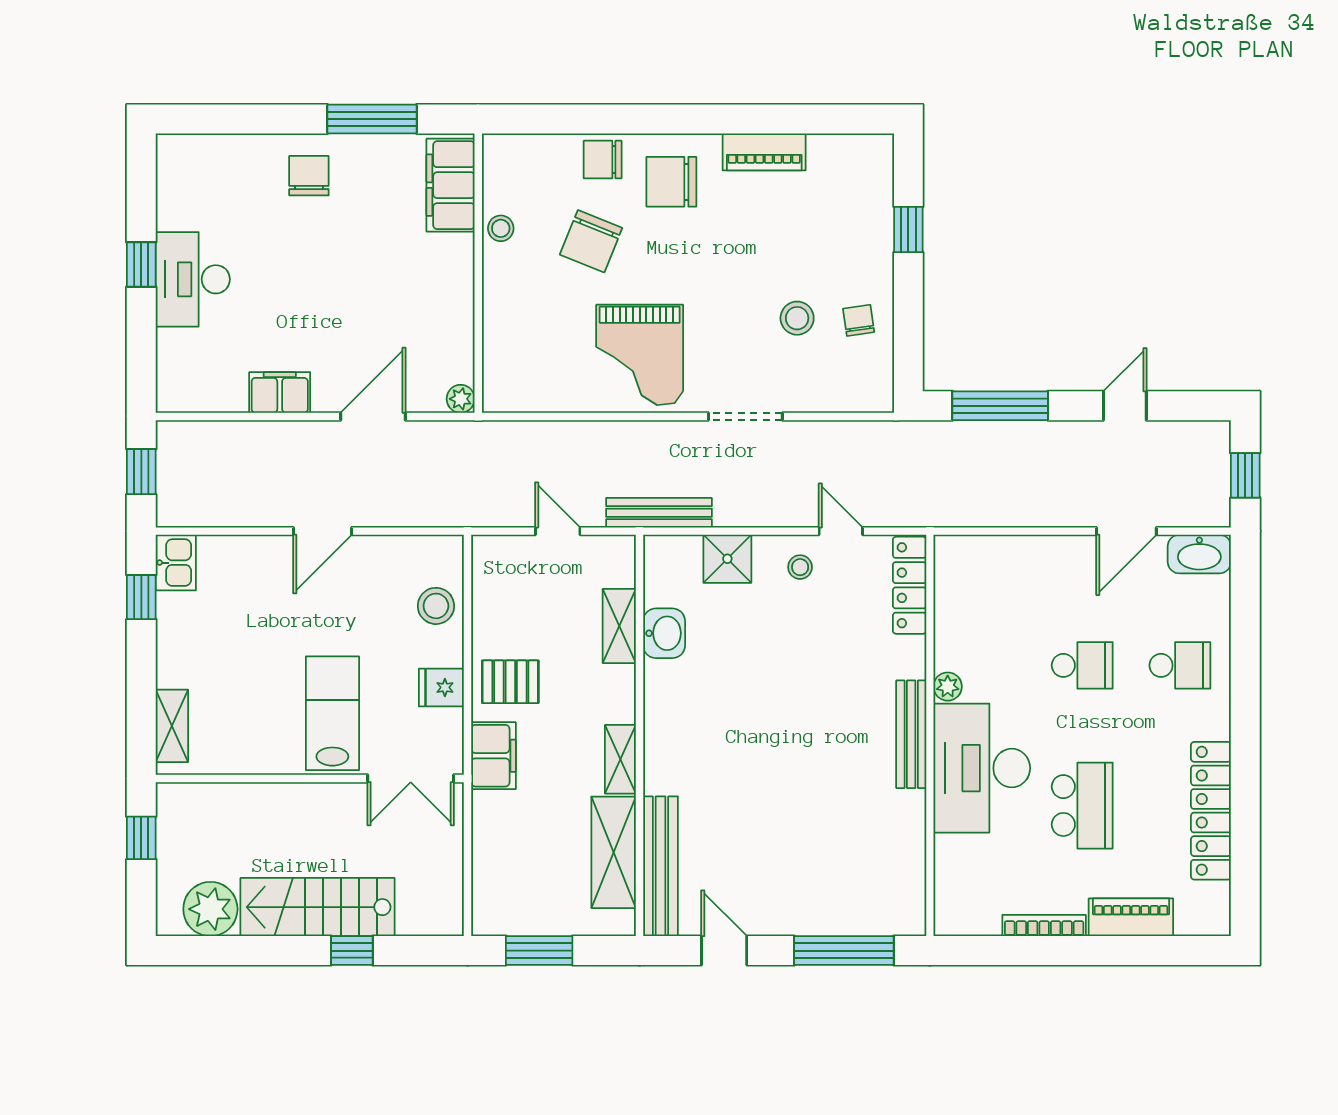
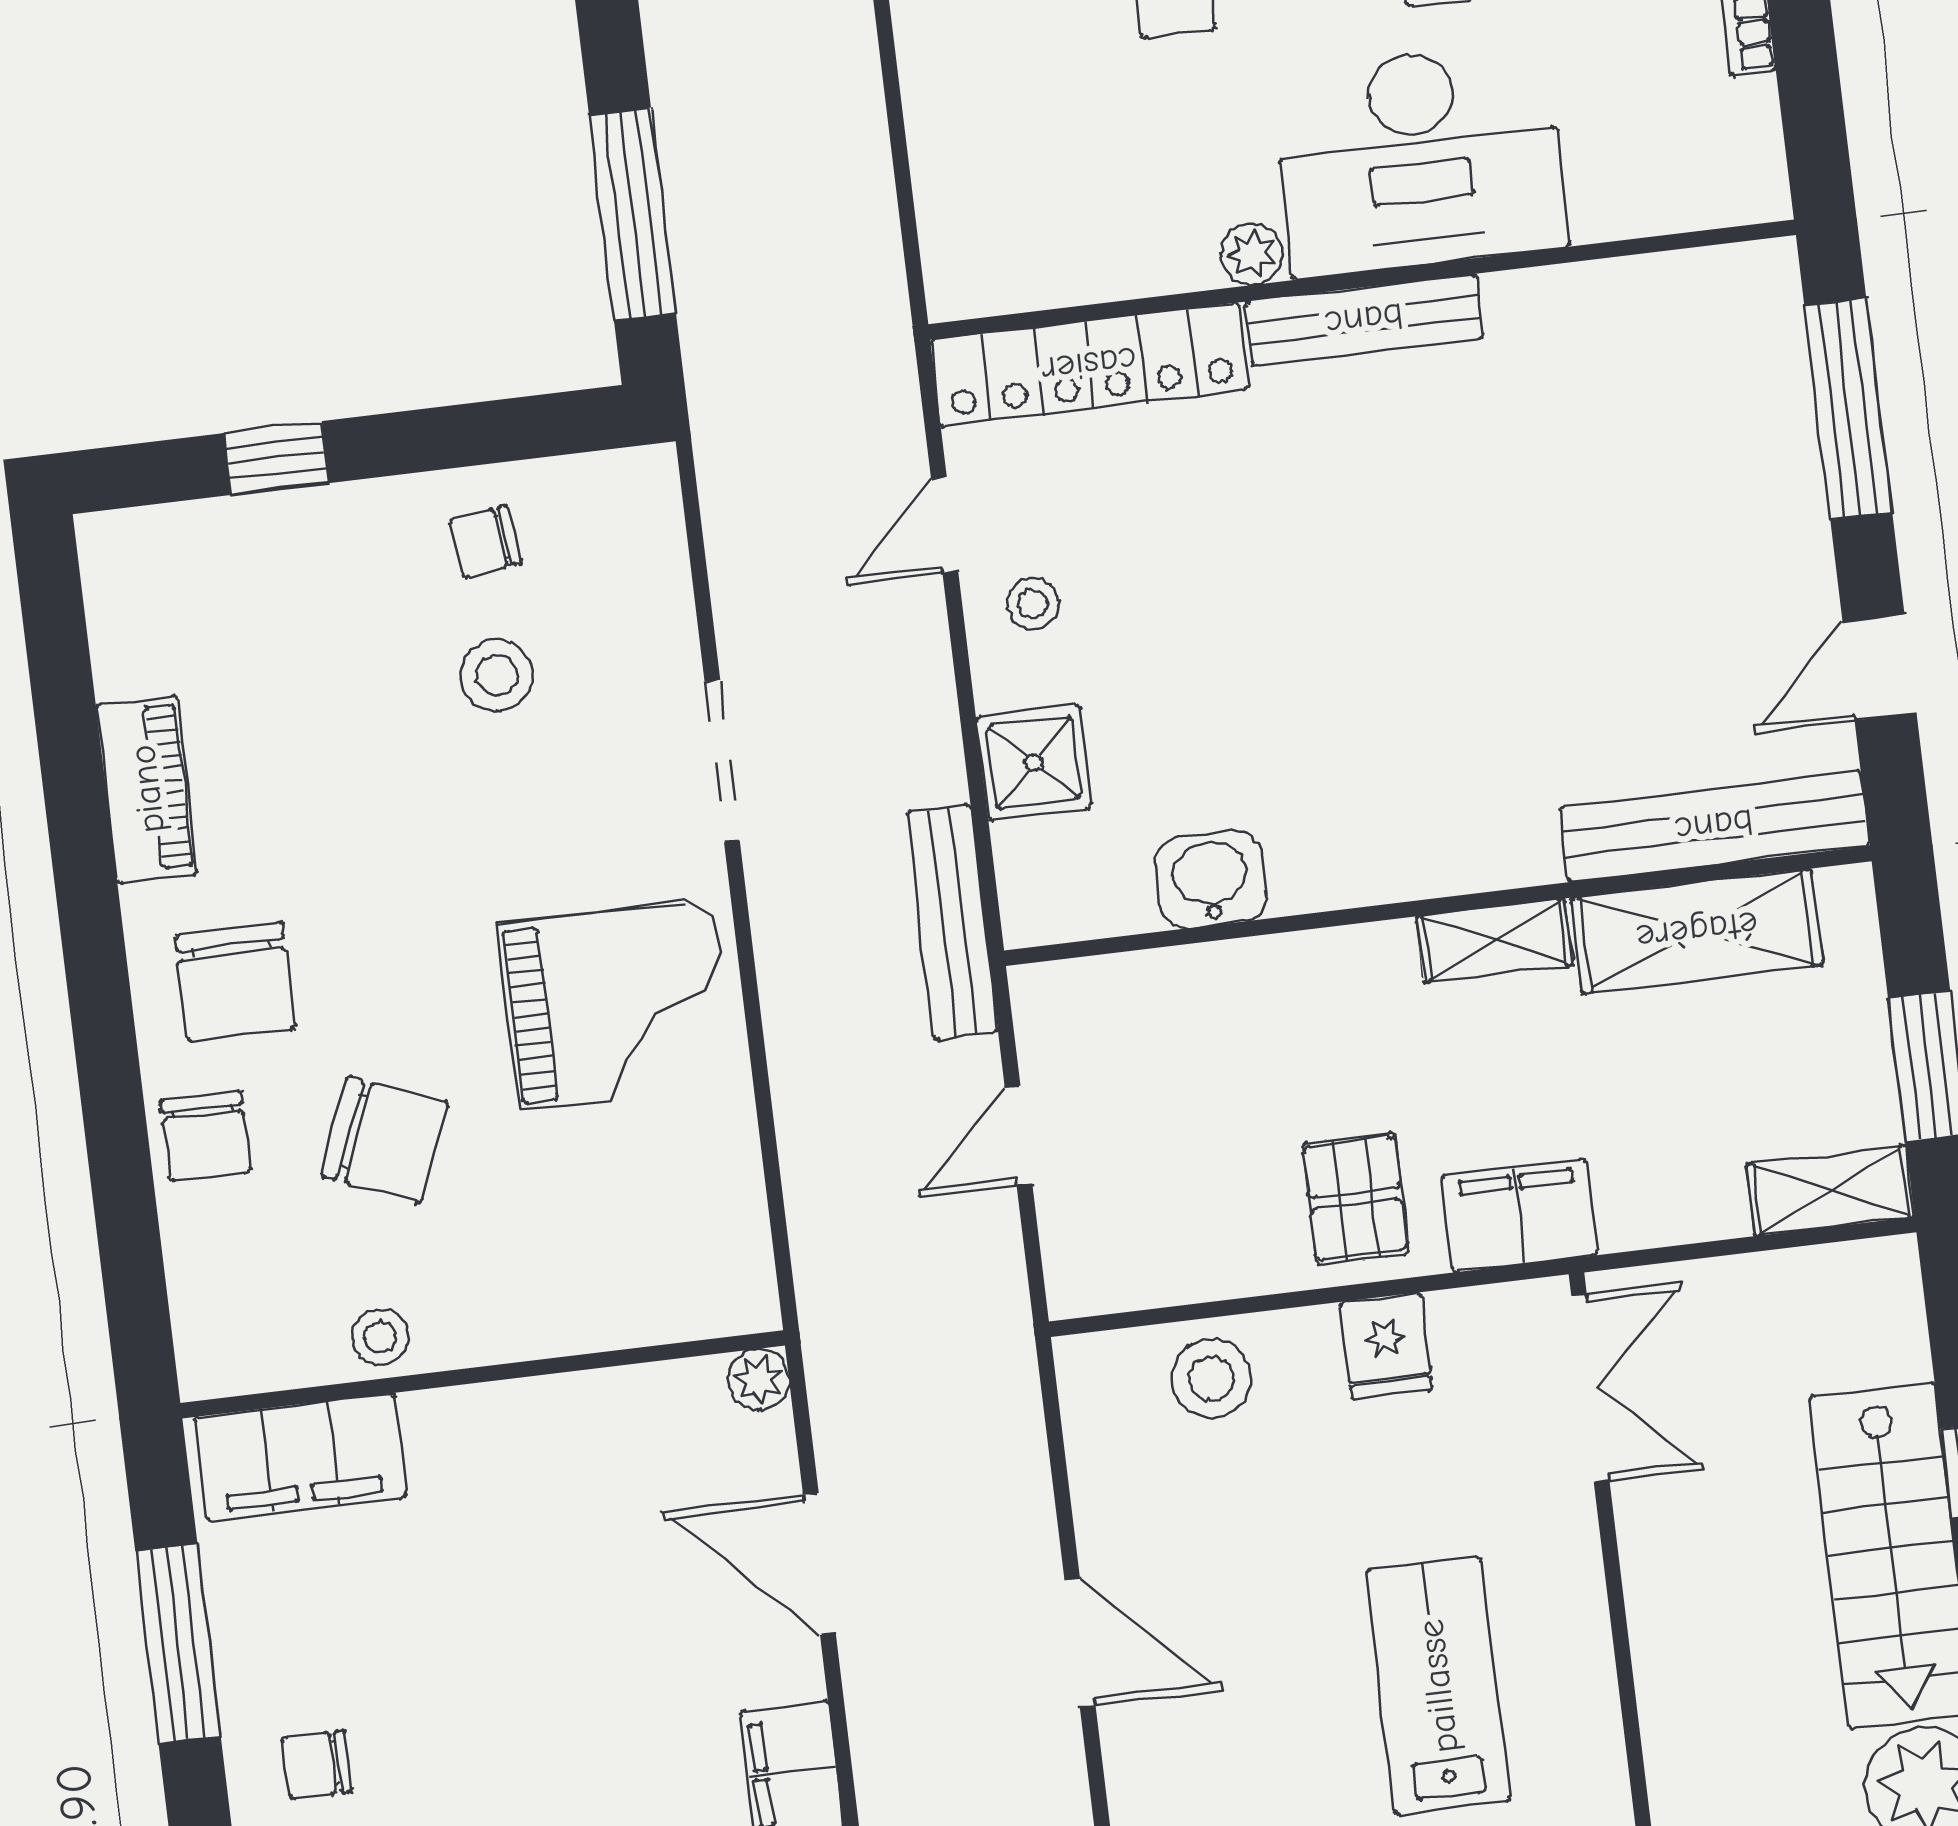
chair: (309, 176) -> (317, 1765), width x0.73, depth x0.73
locker: (910, 585) -> (1089, 365), width x1.41, depth x1.21
shelving: (619, 626) -> (1830, 1190), moved
lab bench: (332, 713) -> (1438, 1686), moved, turned 90

